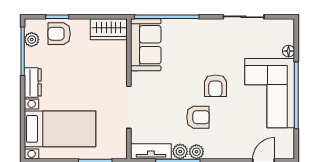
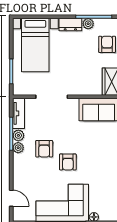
plant: (32, 40) -> (88, 24), moved
armchair: (215, 86) -> (68, 162), turned -90

